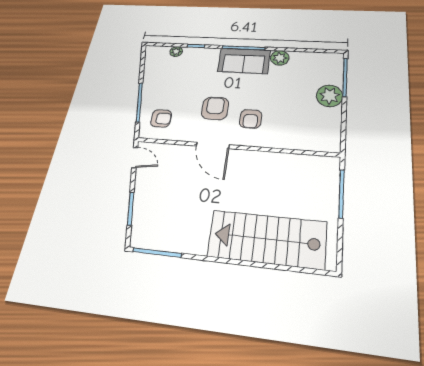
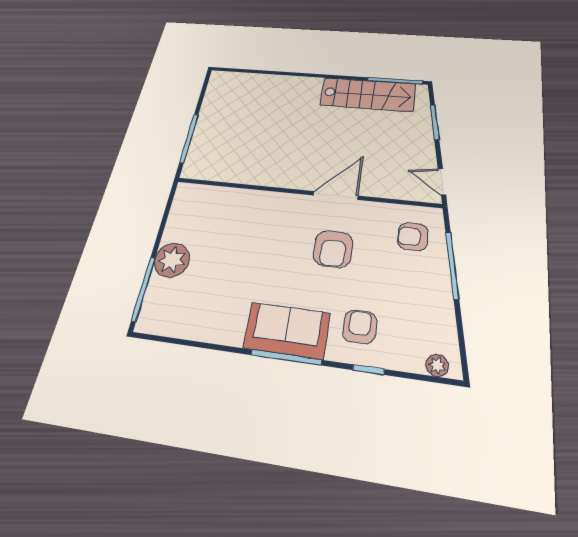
plant: (176, 51) -> (437, 365), moved
plant: (280, 58) -> (230, 331), removed
armchair: (251, 119) -> (360, 327), moved
door: (213, 145) -> (336, 196), hinge flipped
stairs: (267, 239) -> (368, 95), moved, width x0.73, depth x0.66

